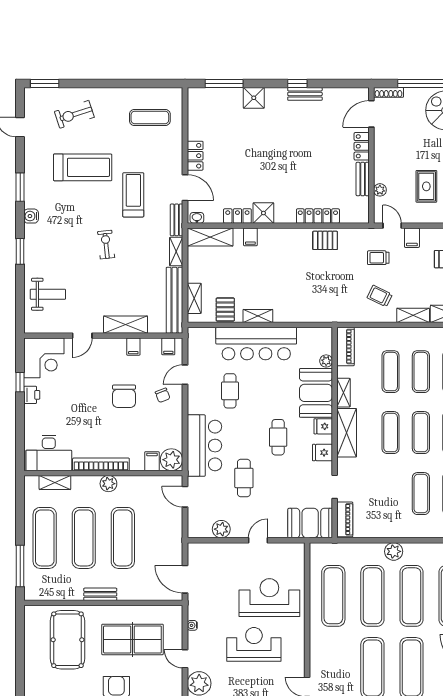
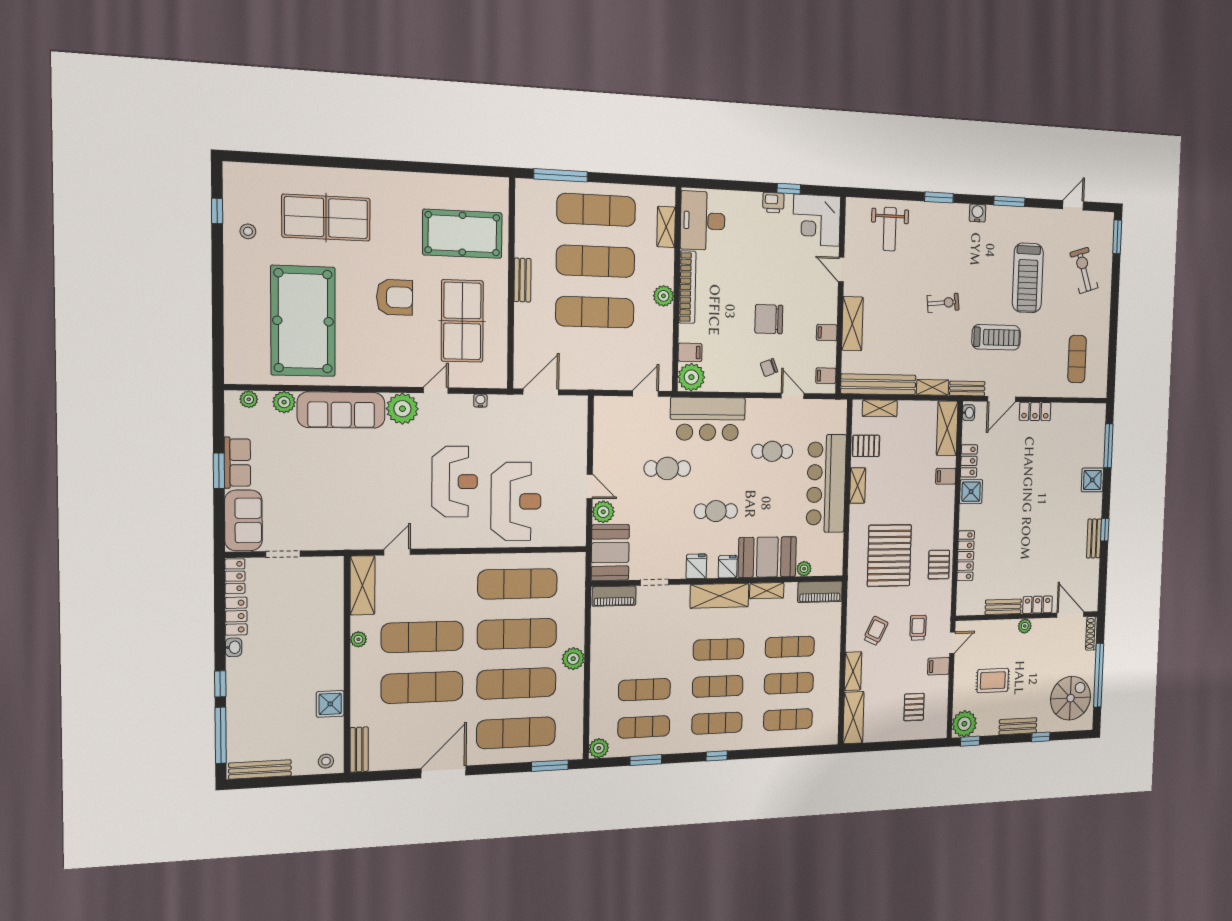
plant: (380, 190) -> (1025, 626), moved
pallet: (317, 286) -> (889, 556), added
plant: (221, 529) -> (603, 512), moved

